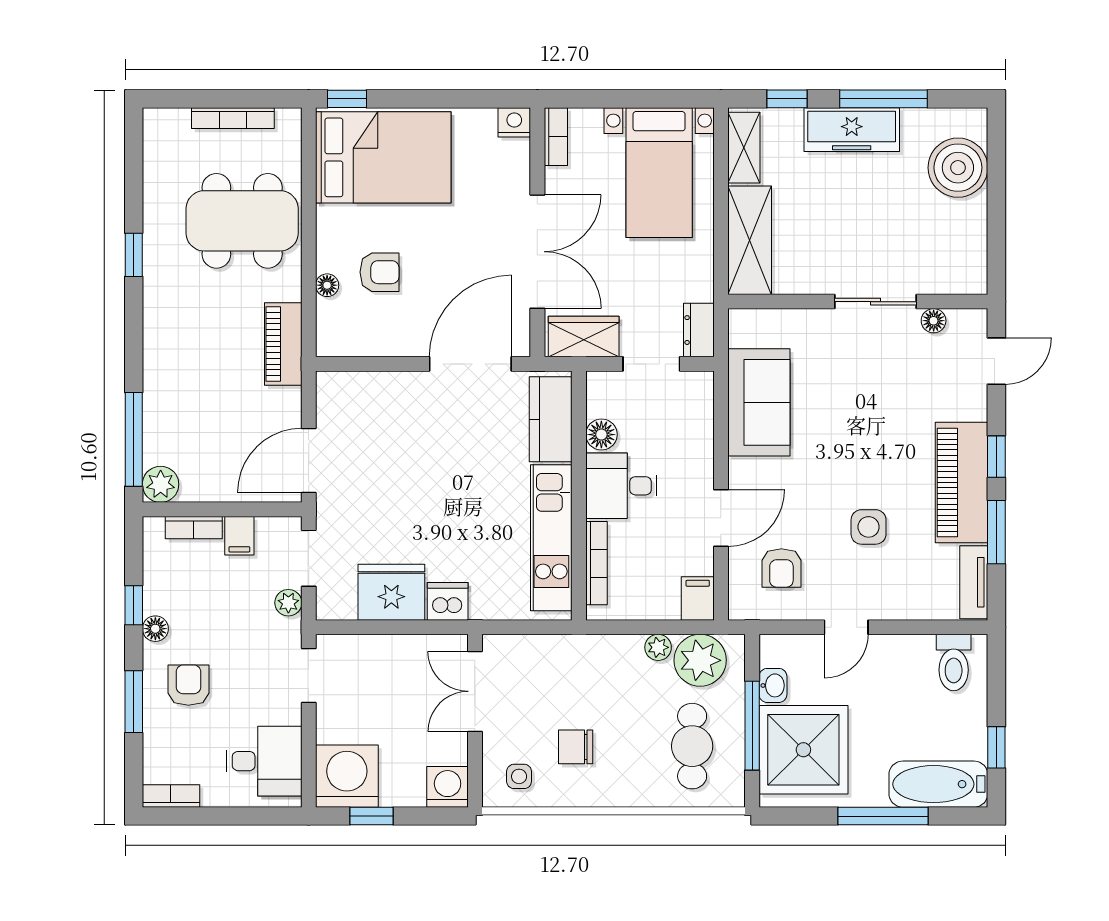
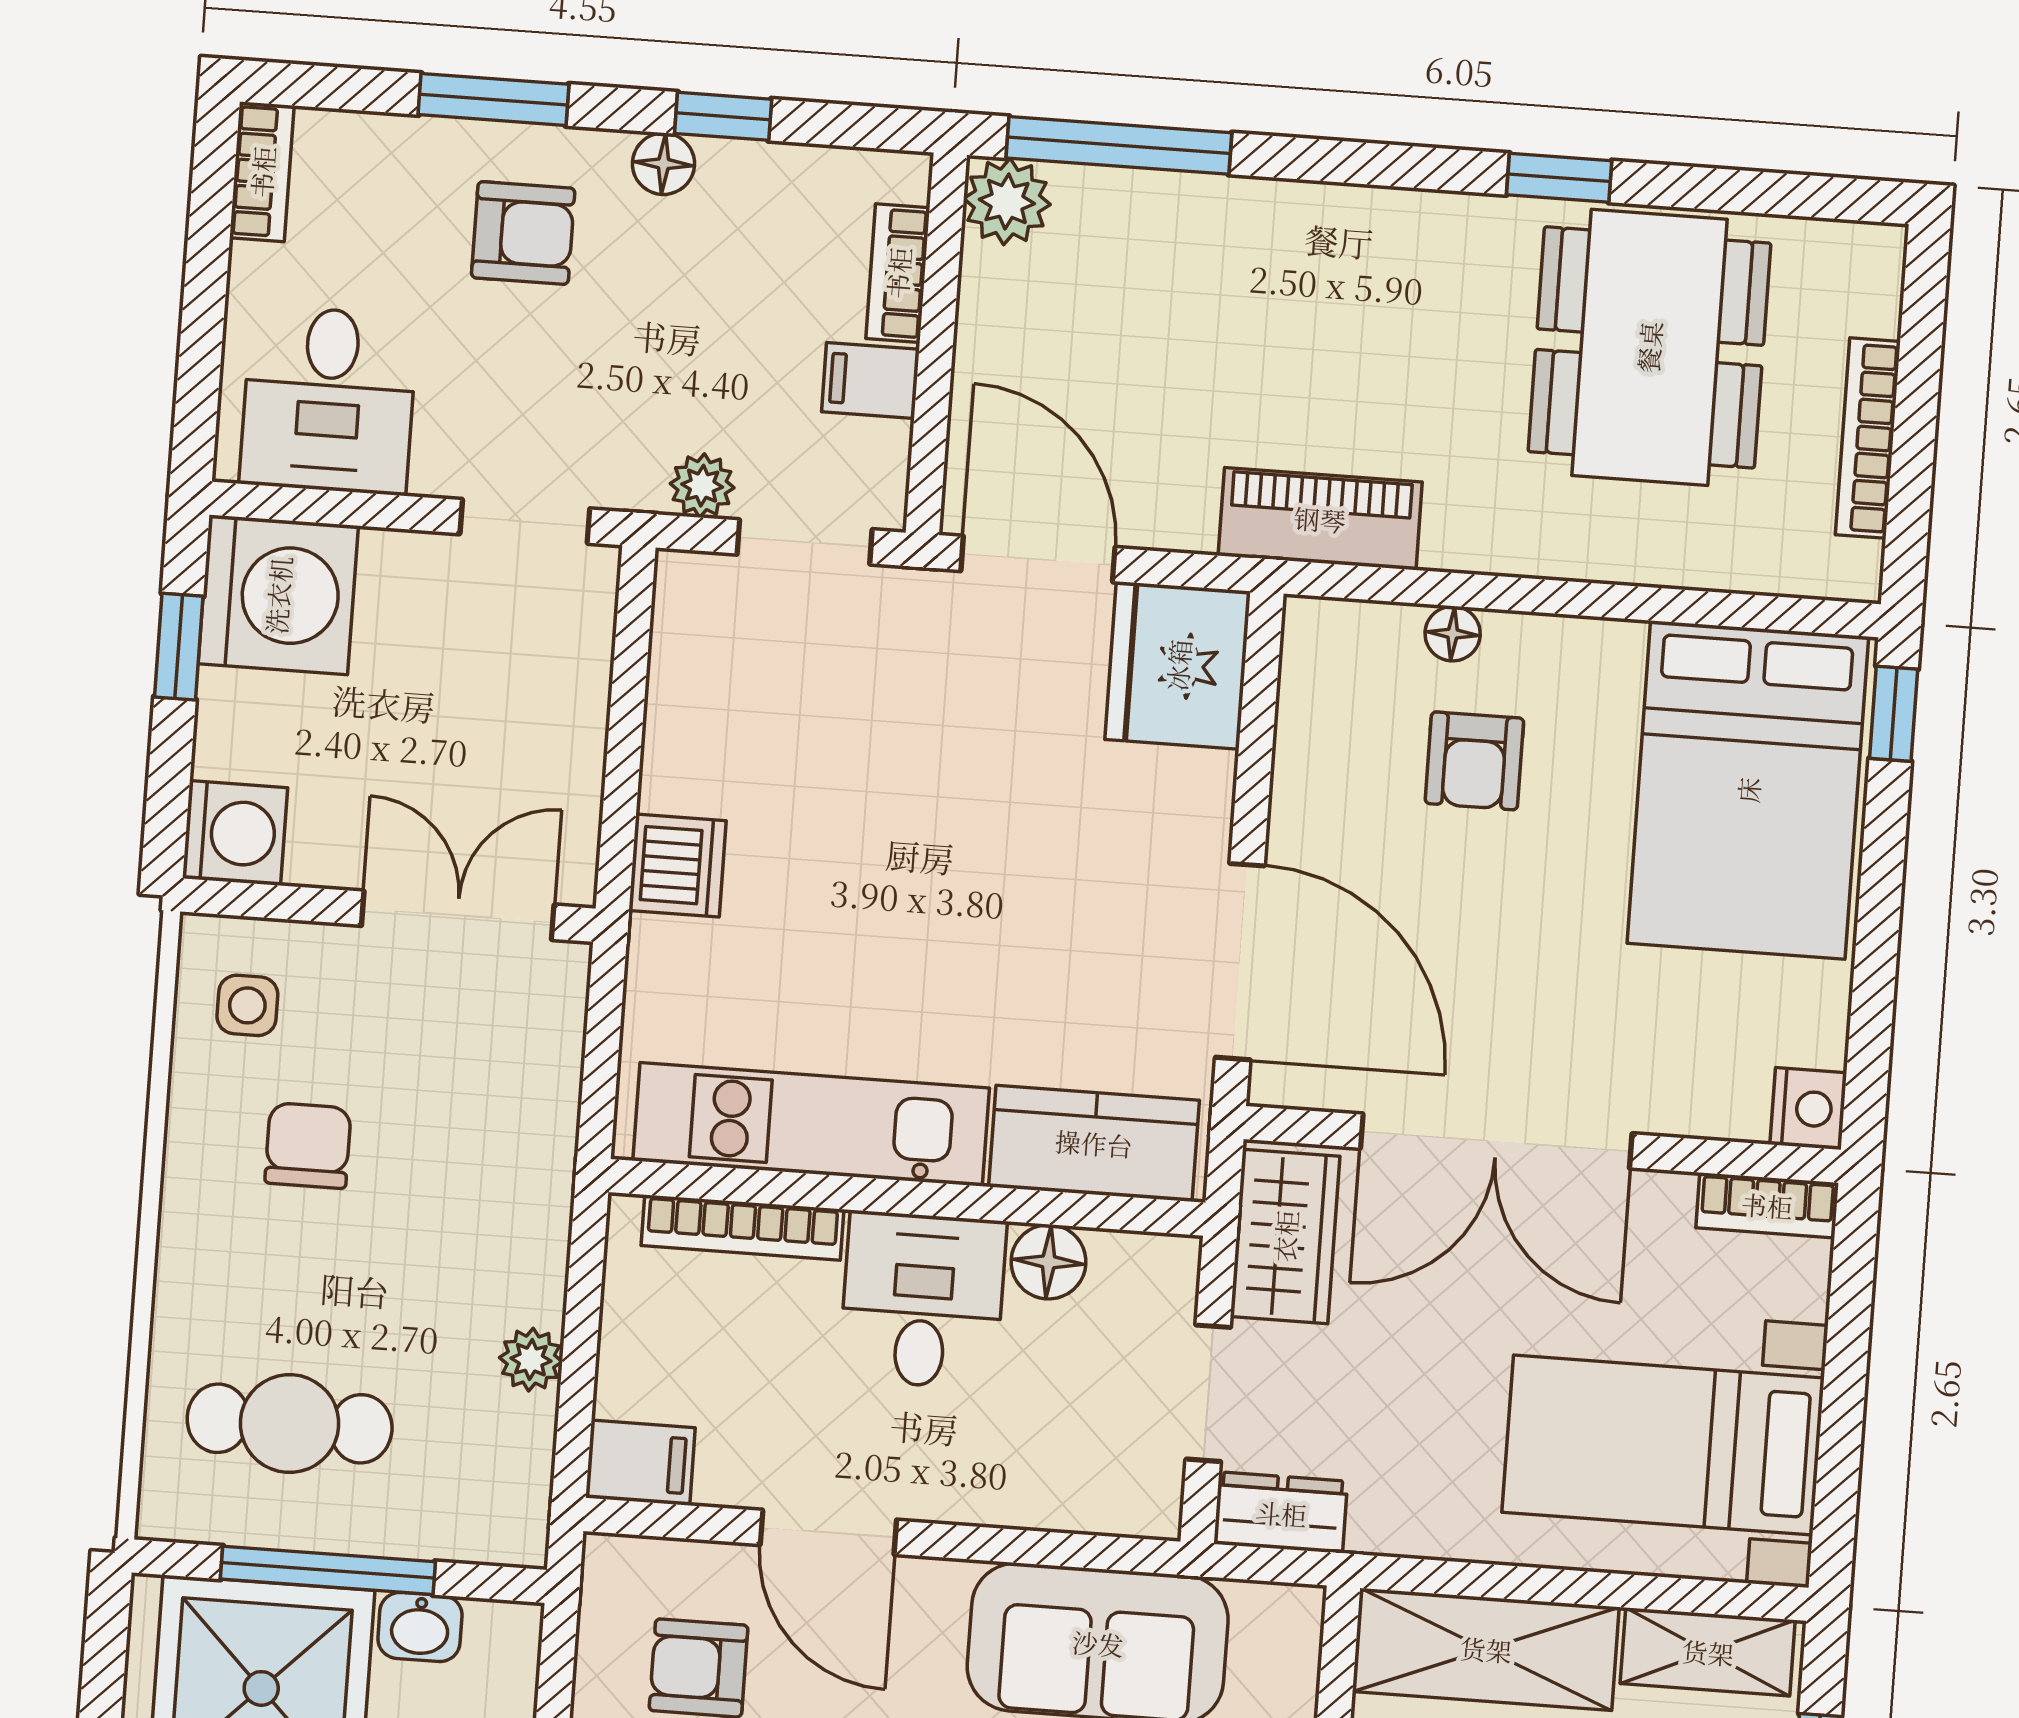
dining table: (242, 221) -> (1649, 347), moved
fridge: (391, 592) -> (1178, 665), moved, turned 180
plant: (700, 660) -> (493, 1458), removed

